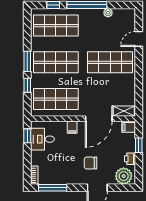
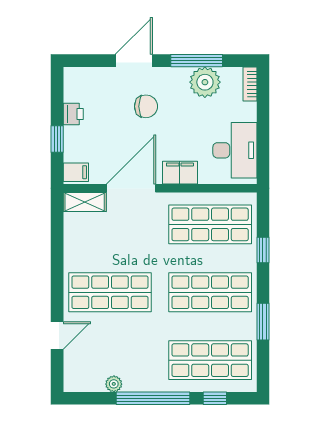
window: (27, 61) -> (263, 322), moved
filing cabinet: (72, 127) -> (180, 173), width x2.00
window: (27, 136) -> (263, 157), removed
desk: (42, 139) -> (235, 150), width x1.37
plant: (124, 176) -> (205, 82), moved
window: (53, 188) -> (197, 61), moved

